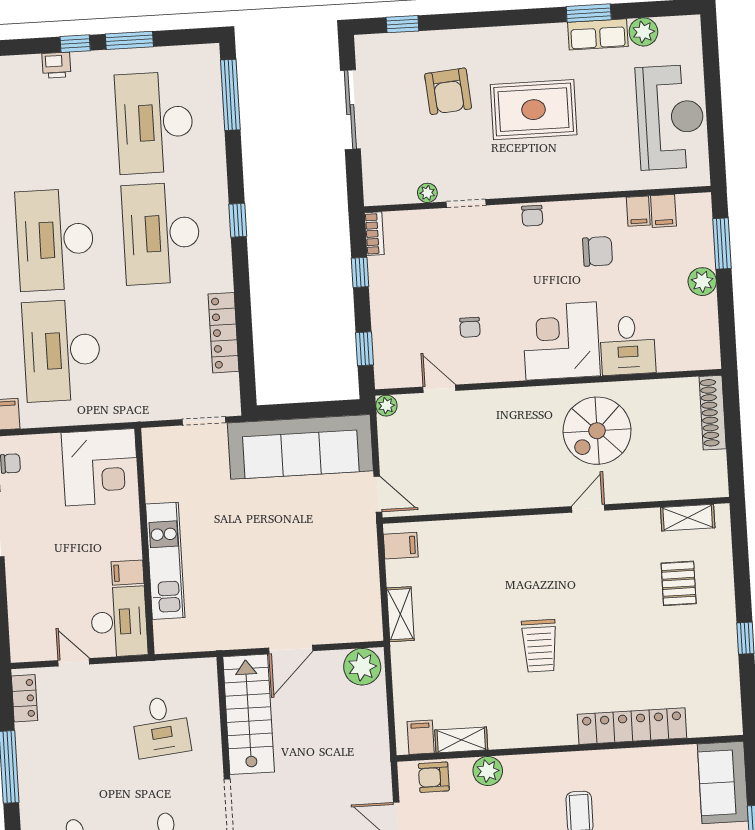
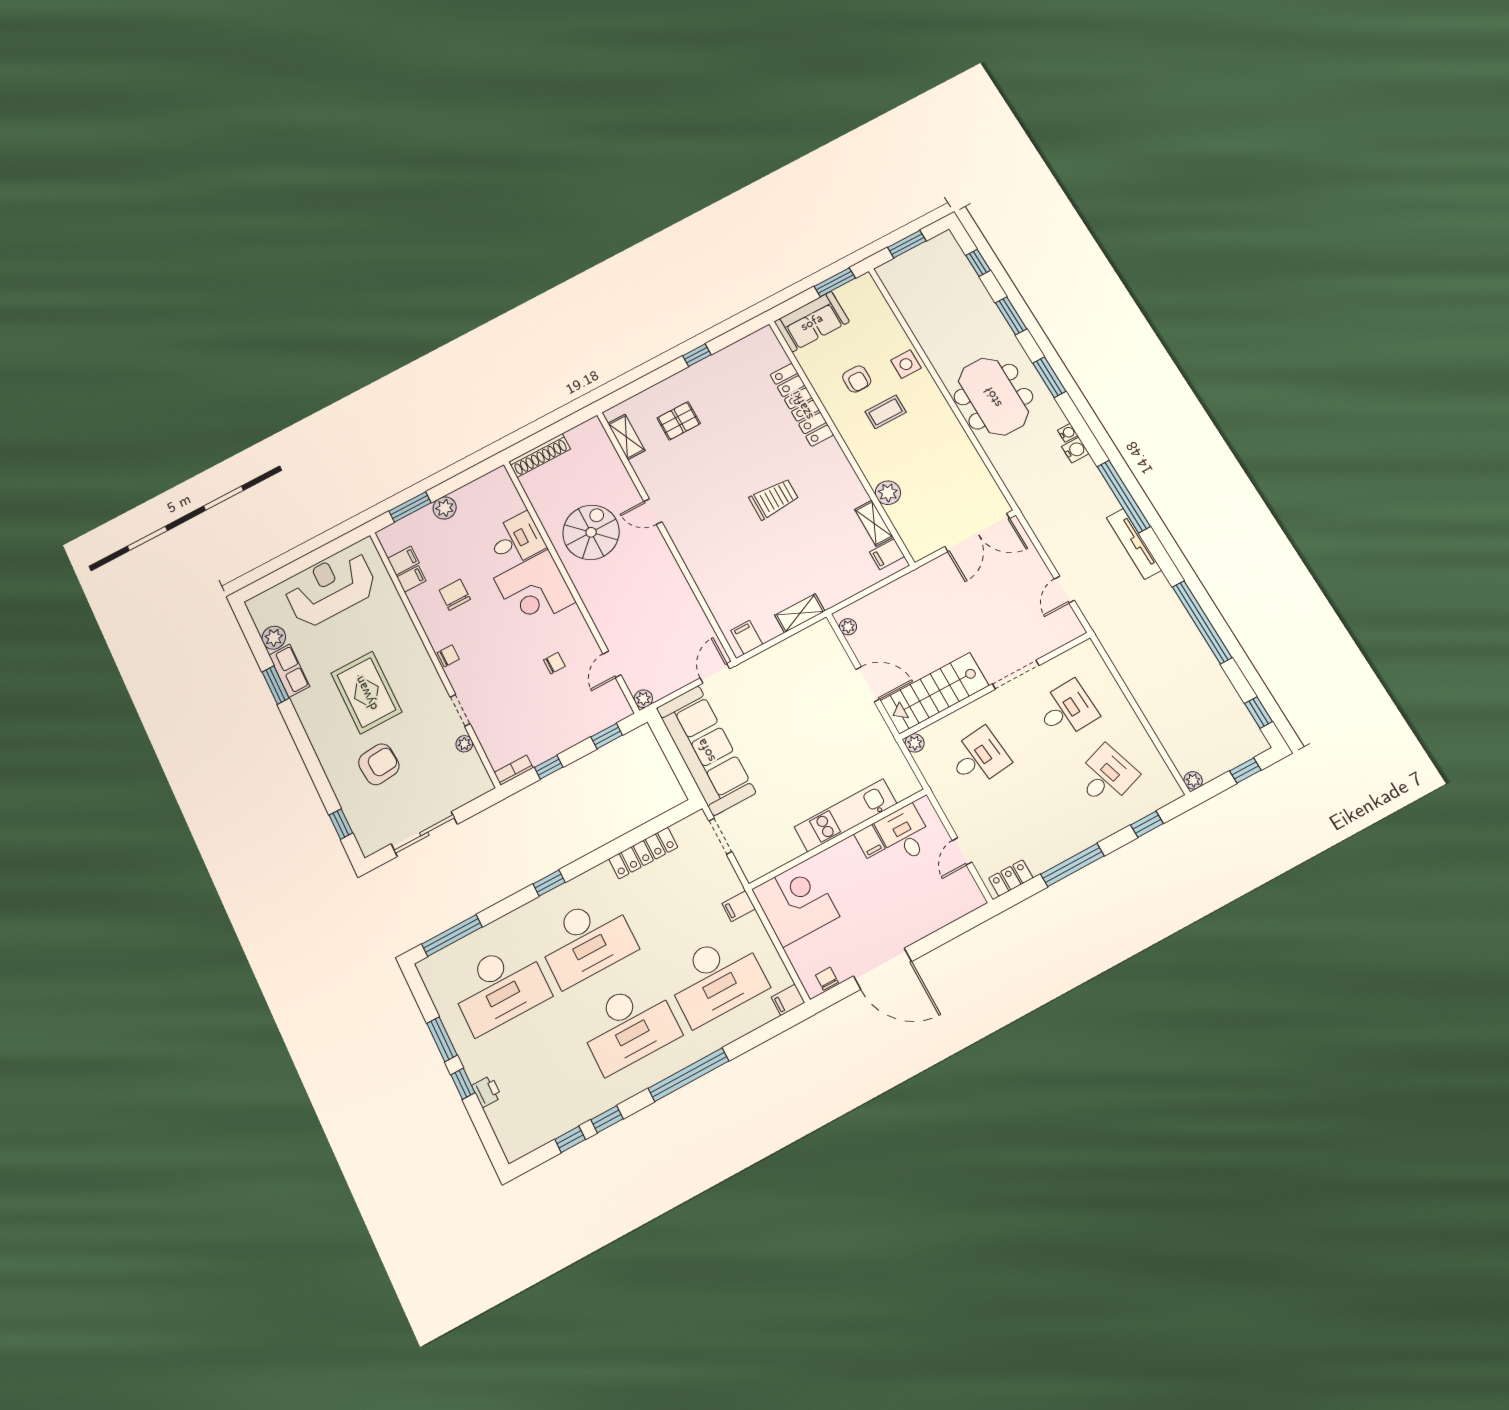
filing cabinet: (124, 407) -> (739, 906), added
spiral stairs: (597, 431) -> (591, 532), turned -90
desk: (119, 622) -> (905, 834), width x0.73
plant: (362, 667) -> (848, 627), width x0.53, depth x0.53
plant: (207, 668) -> (915, 743), added
armchair: (434, 777) -> (857, 379), moved

